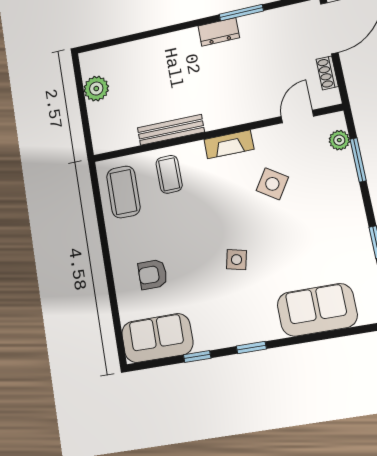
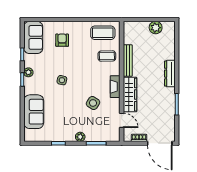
dresser: (219, 32) -> (170, 74), moved, width x1.44
wardrobe: (240, 111) -> (130, 95), added
plant: (339, 140) -> (80, 137), moved
plant: (233, 336) -> (28, 72), added

